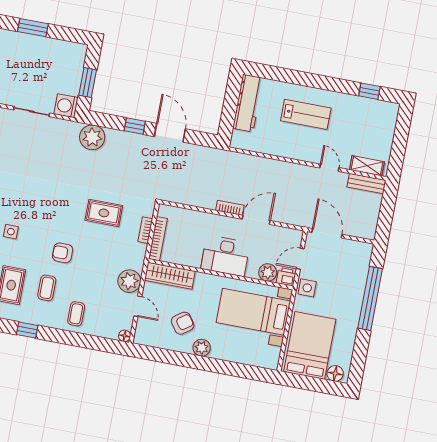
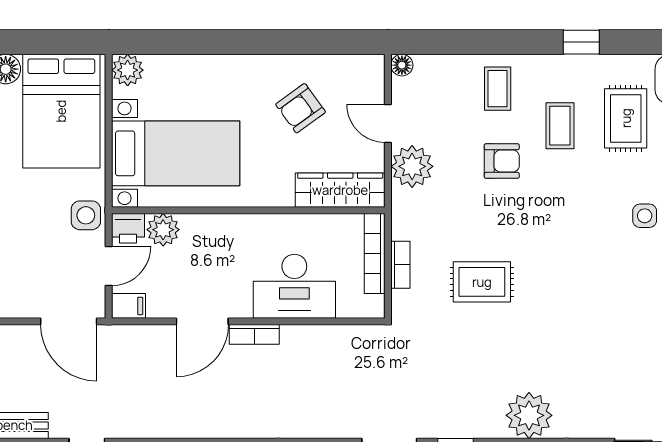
filing cabinet: (294, 236) -> (129, 306), added
armchair: (63, 253) -> (502, 161), moved
desk: (225, 256) -> (294, 286), moved, turned 180
plant: (202, 348) -> (128, 70), moved

